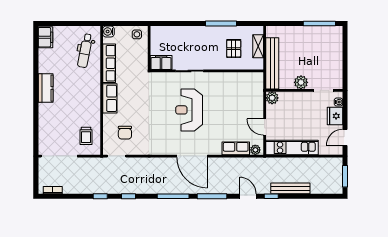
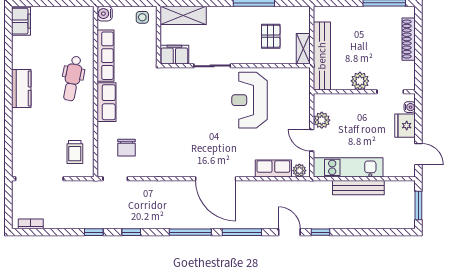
shelving: (168, 33) -> (183, 15), added
shelving: (258, 46) -> (303, 49), moved
dental chair: (85, 51) -> (73, 78), moved
shoe rack: (338, 51) -> (409, 39), added
plant: (272, 98) -> (322, 120), moved
reception desk: (189, 110) -> (249, 100), moved
door: (345, 137) -> (418, 154), swing flipped
bench: (290, 188) -> (358, 188), moved

